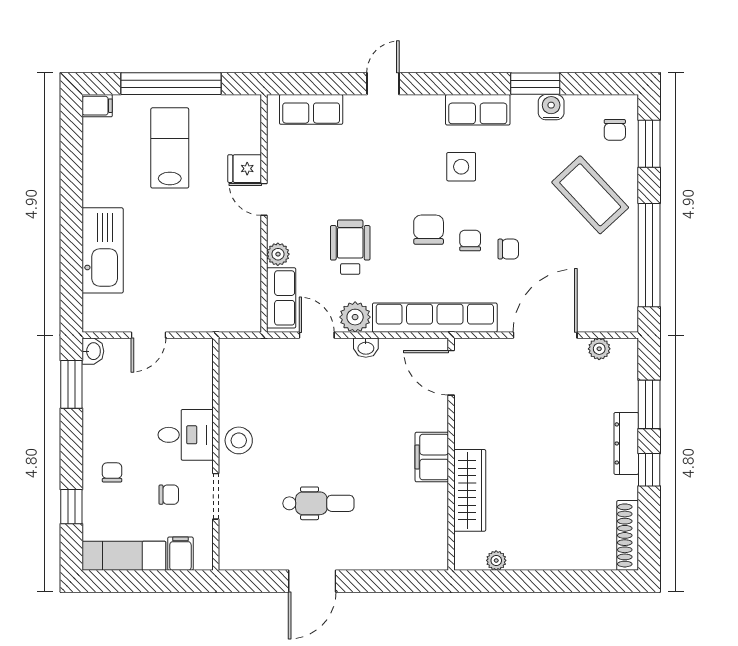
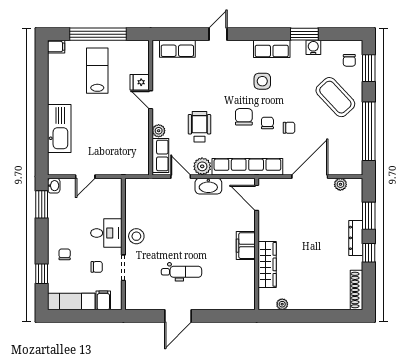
washbasin: (366, 348) -> (208, 186), width x1.91, depth x1.45

